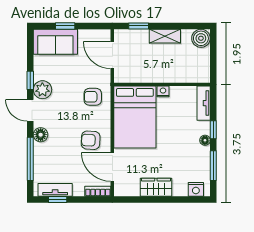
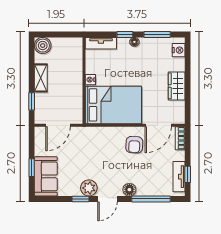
armchair: (93, 97) -> (95, 143), removed

